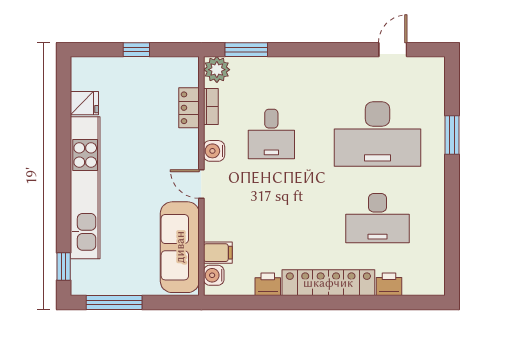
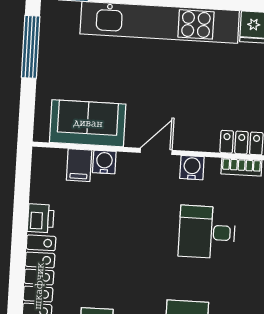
sofa: (180, 247) -> (88, 123), width x0.73
water cooler: (214, 275) -> (104, 162), moved

